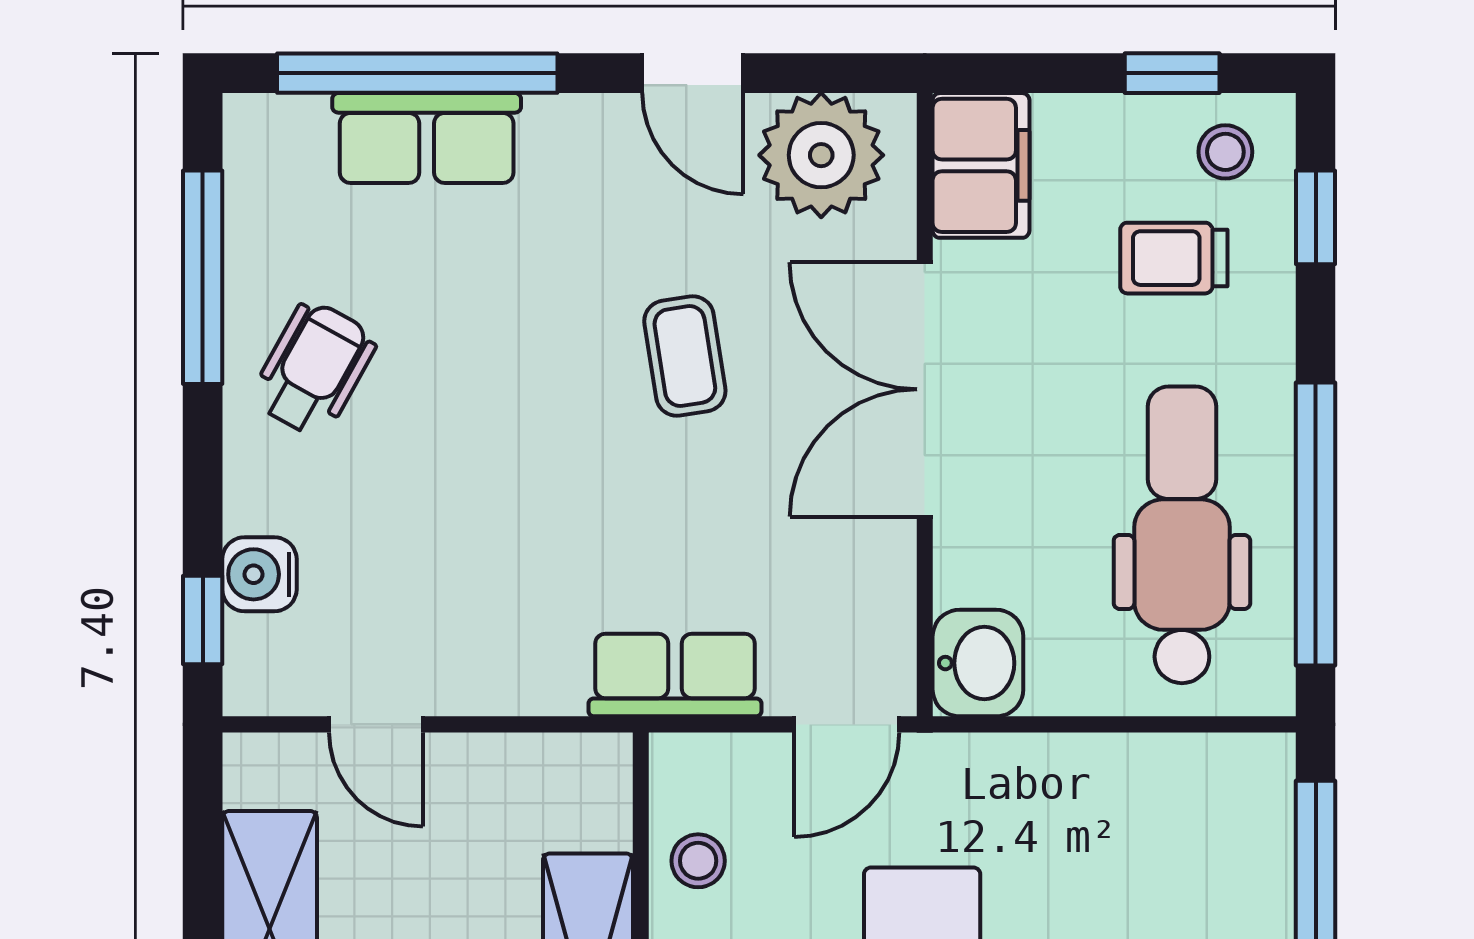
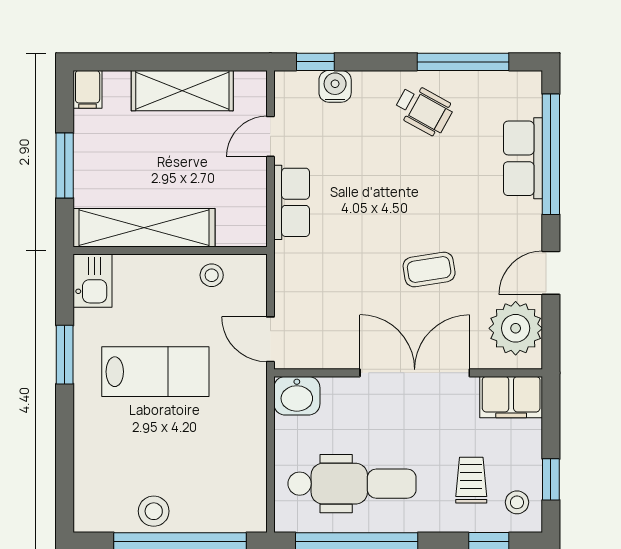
row of seats: (675, 675) -> (292, 202), moved

